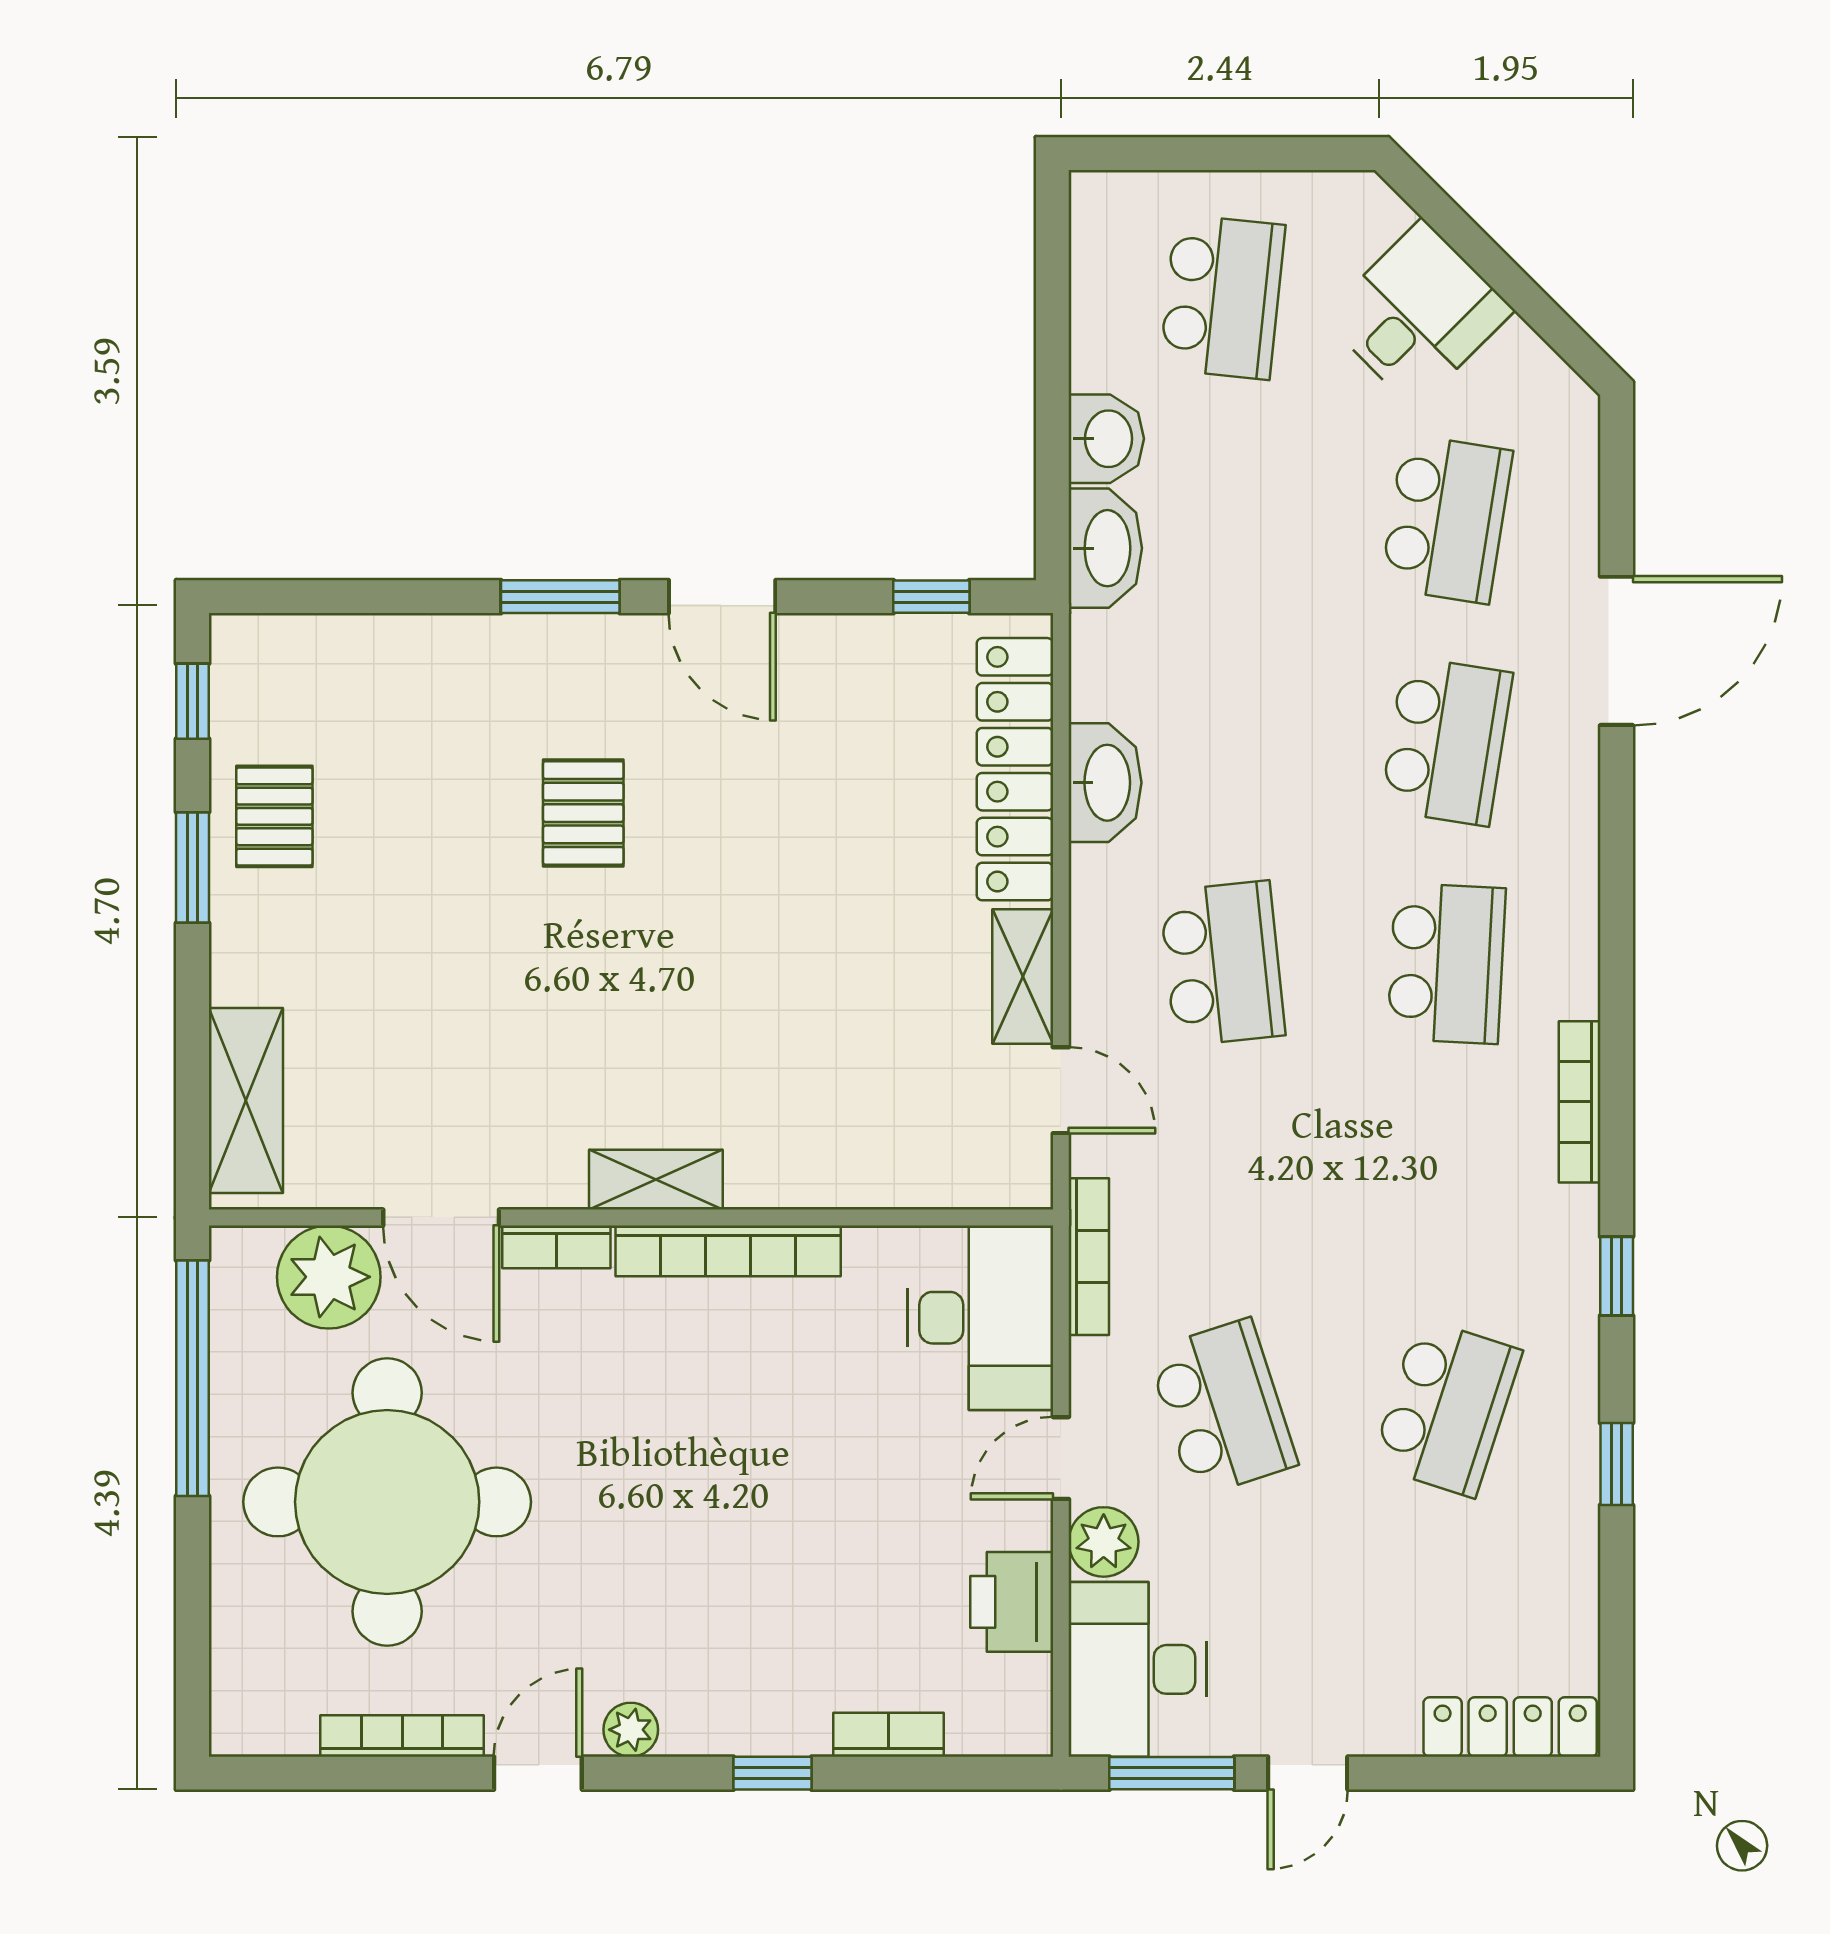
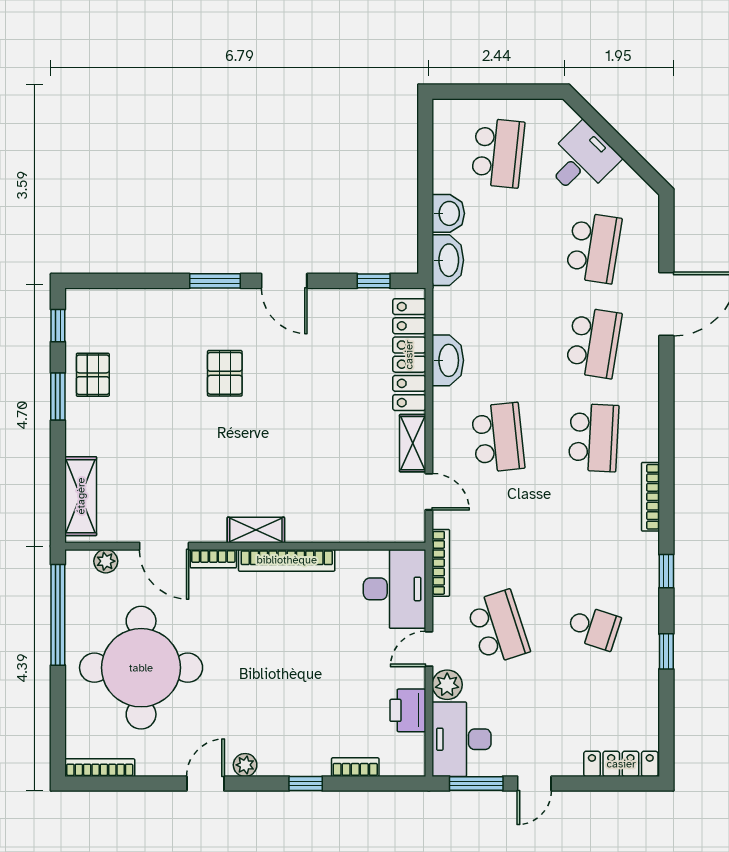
plant: (329, 1277) -> (106, 561), width x0.53, depth x0.53
school desk: (1447, 1408) -> (594, 627), width x0.54
bookcase: (402, 1736) -> (100, 768), moved

